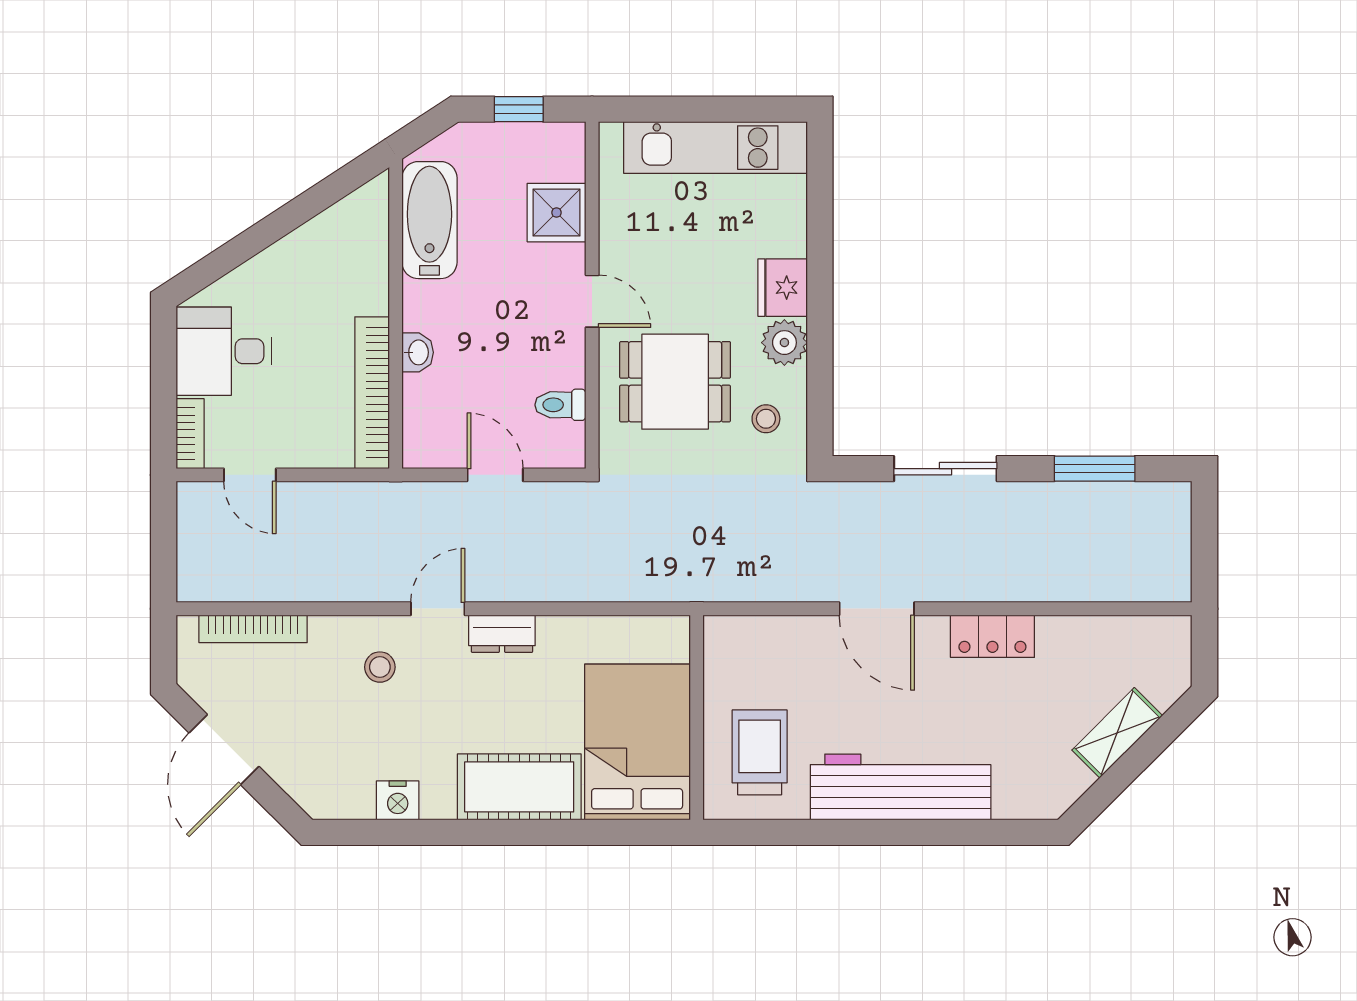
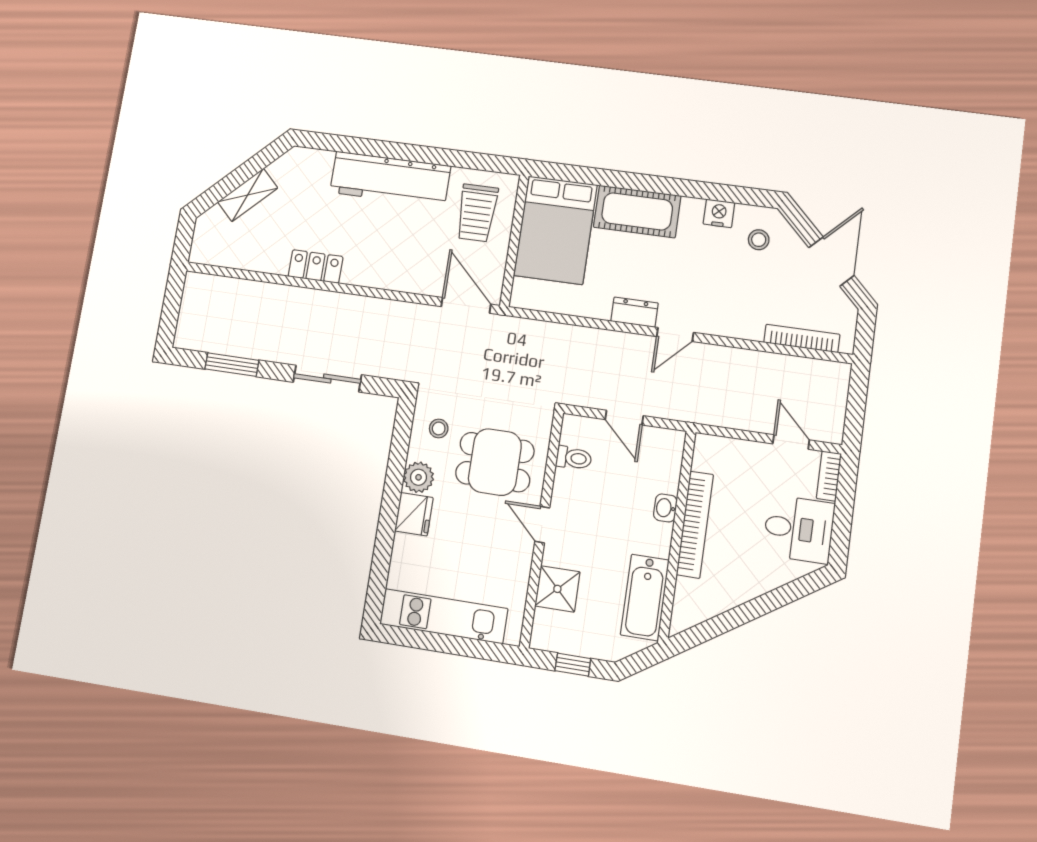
bookcase: (372, 393) -> (695, 524), moved
door: (877, 609) -> (466, 305), moved
stool: (380, 667) -> (759, 240), moved

